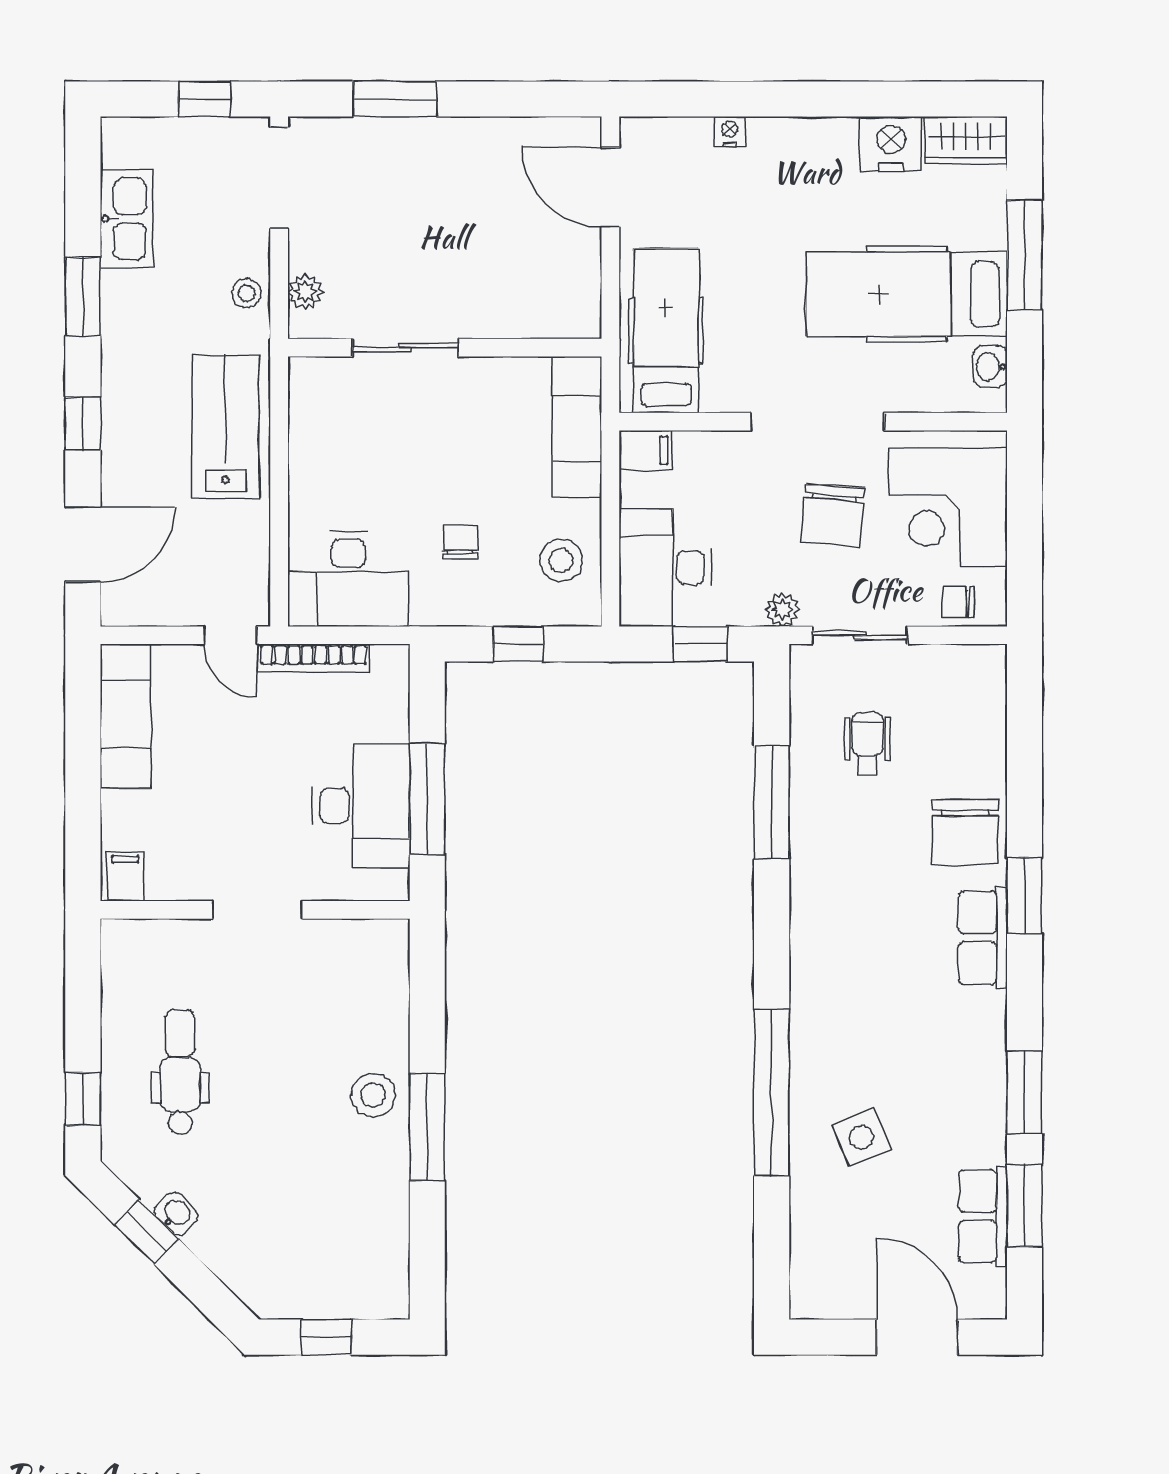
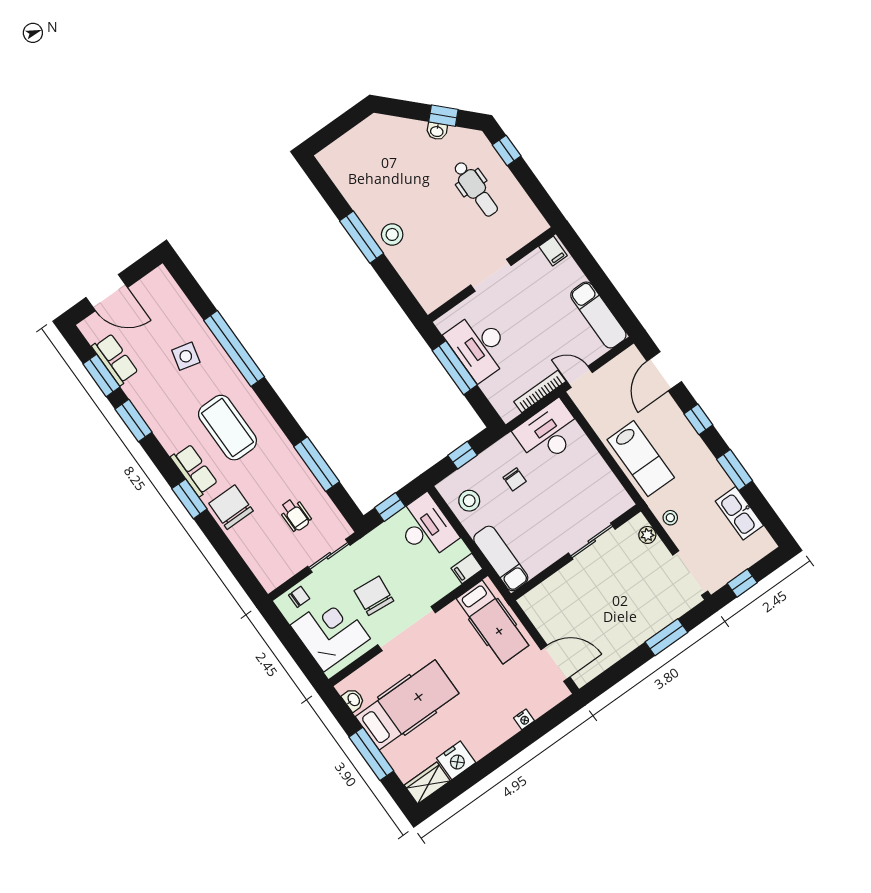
plant: (782, 610) -> (367, 544), removed
coffee table: (877, 969) -> (227, 428), added
side table: (861, 1137) -> (186, 356), turned 36
window: (326, 1337) -> (342, 125), removed

